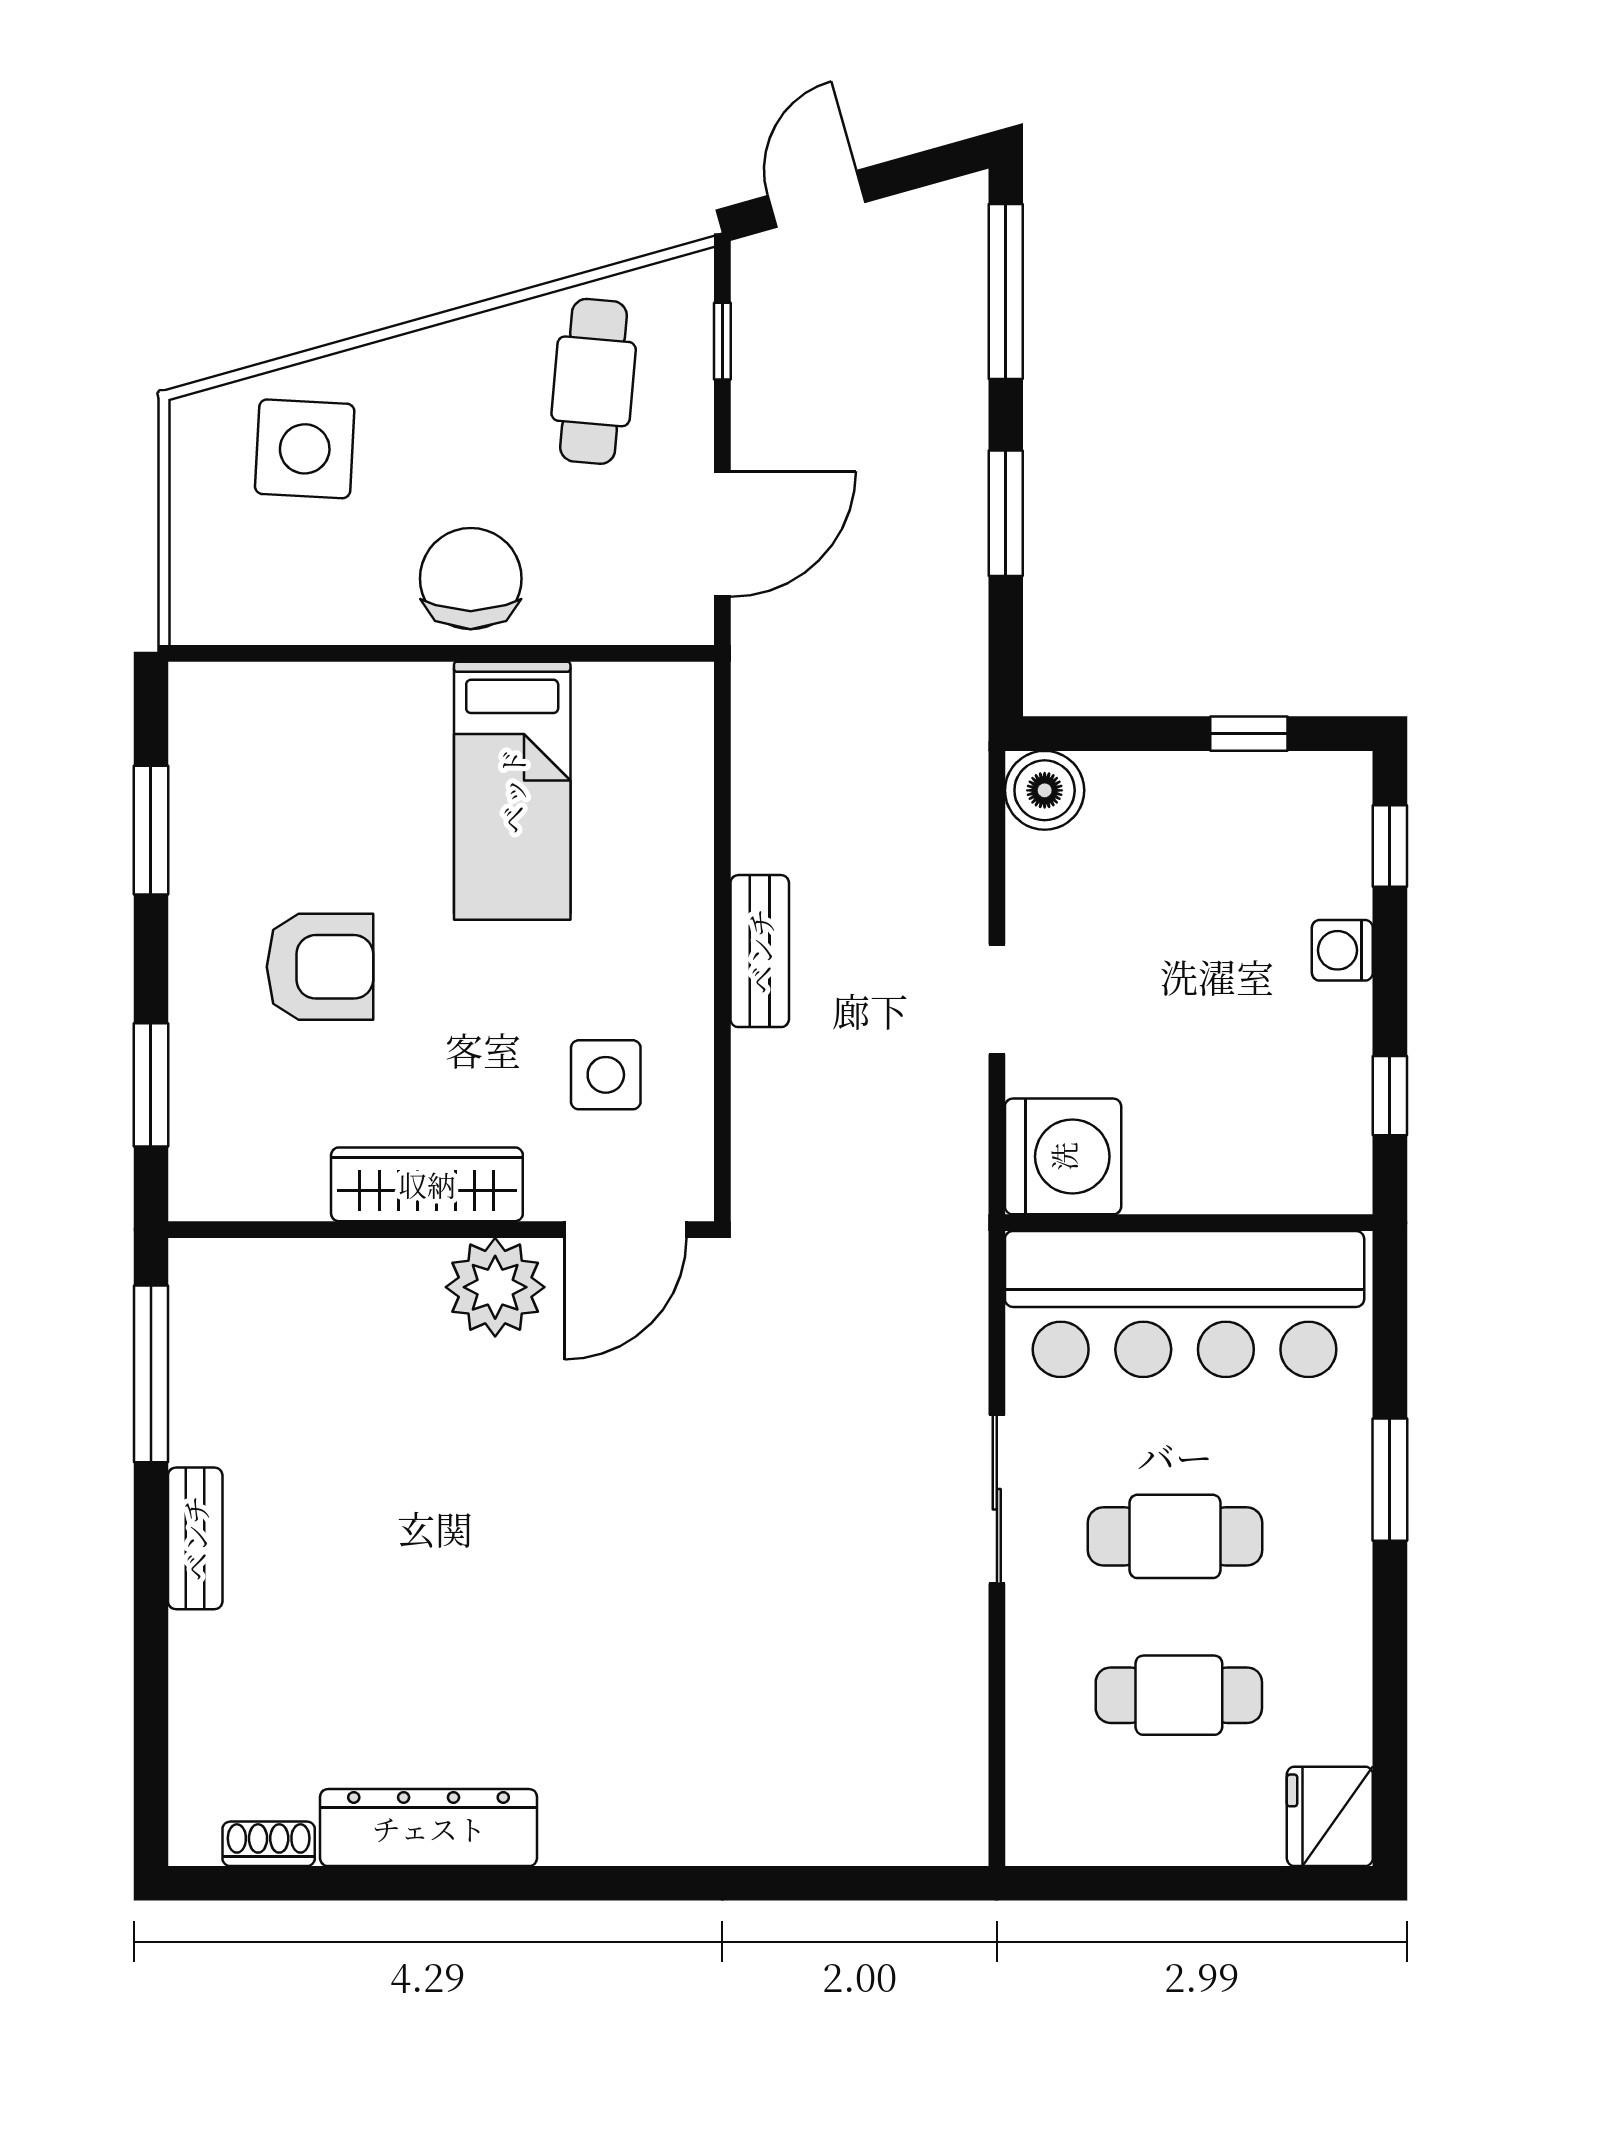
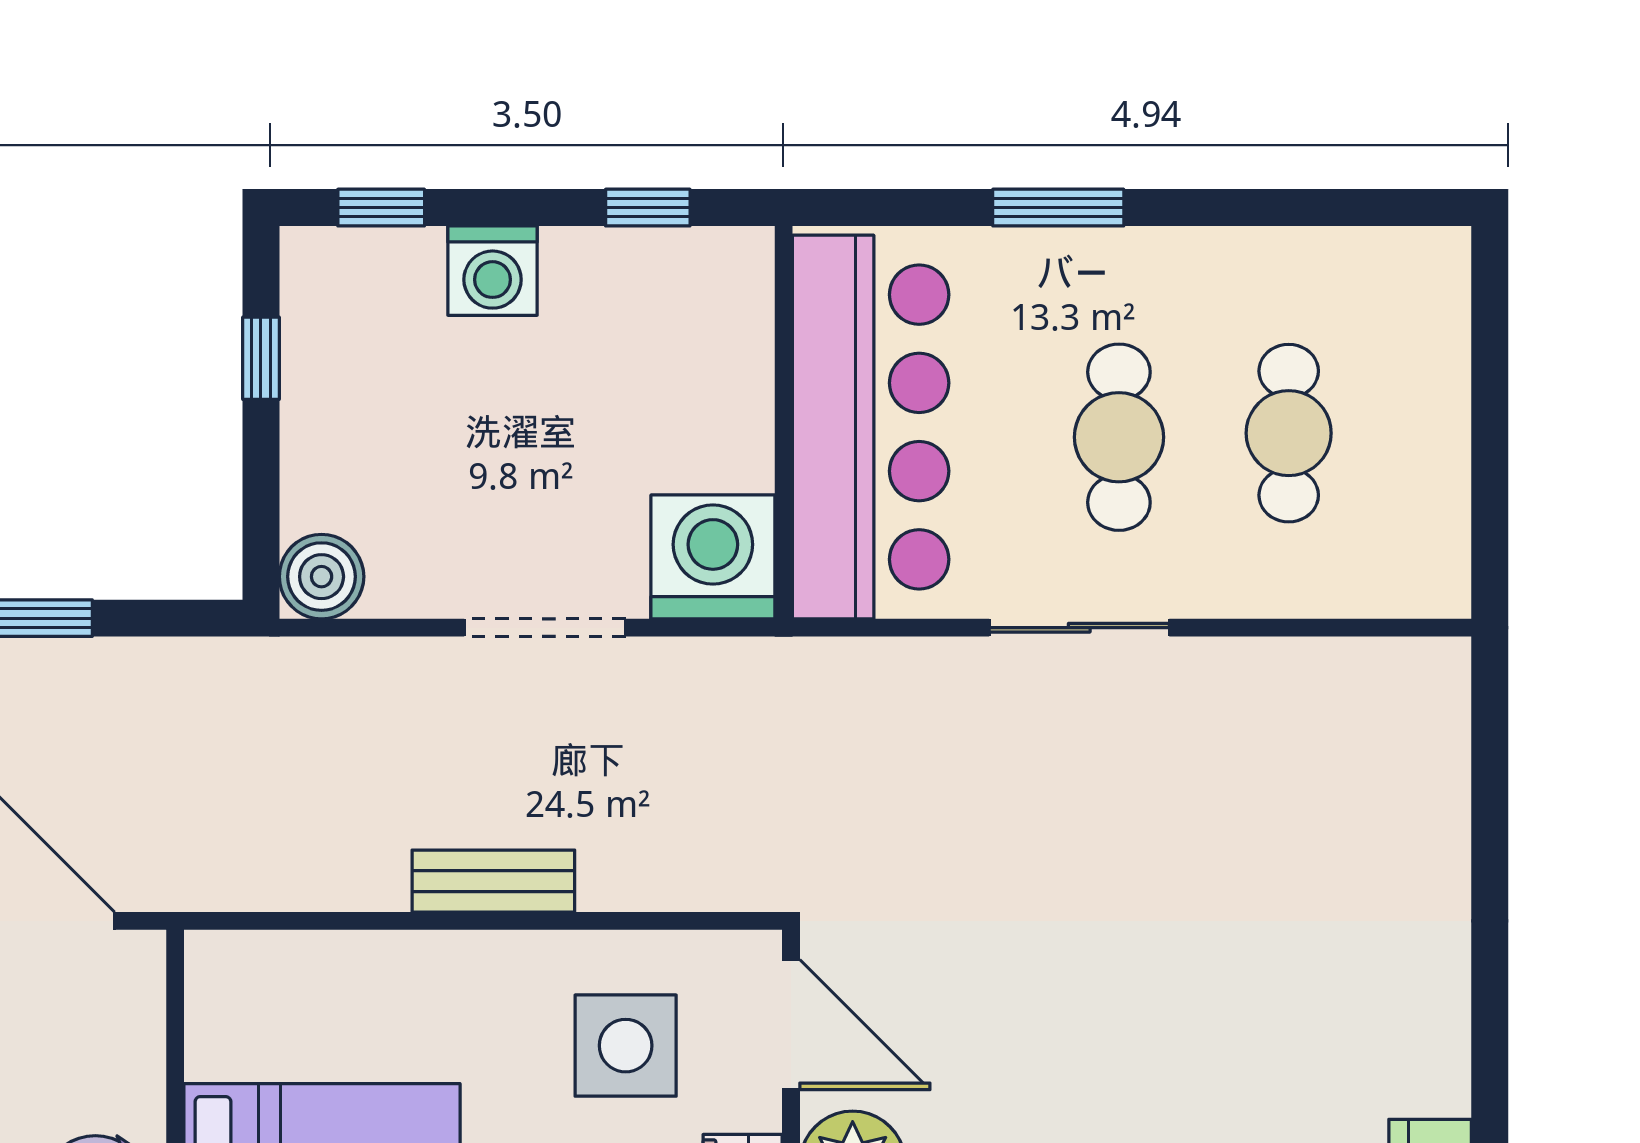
washing machine: (1342, 950) -> (493, 271), width x1.38, depth x1.38
doorway: (997, 999) -> (545, 628), width x1.38
side table: (606, 1075) -> (626, 1046), width x1.37, depth x1.37
fridge: (1330, 1816) -> (1418, 272), removed

